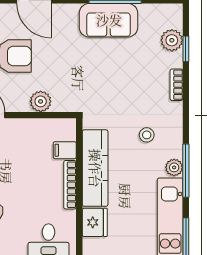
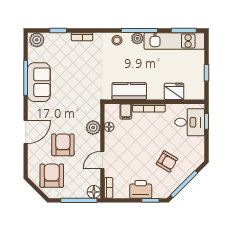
plant: (172, 40) -> (37, 40), moved
floor lamp: (42, 125) -> (109, 127), added
stool: (147, 135) -> (117, 40), moved
kitchen counter: (95, 168) -> (129, 91), width x0.67

